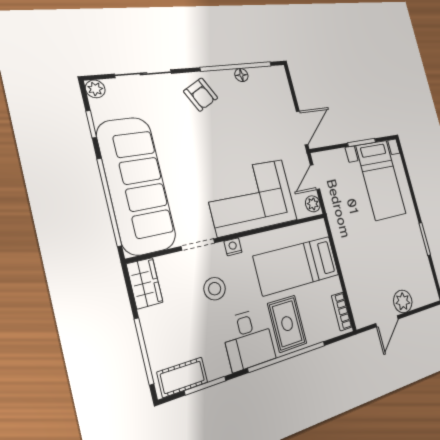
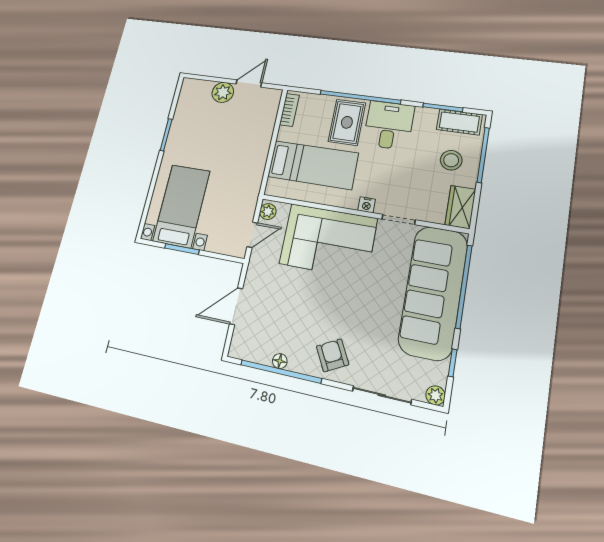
door: (302, 128) -> (236, 306), moved
stool: (215, 289) -> (451, 160), moved

